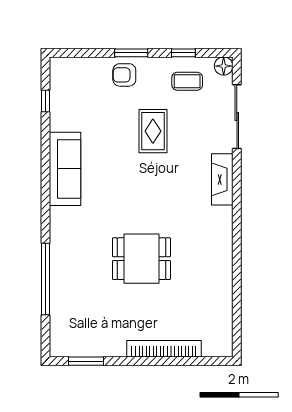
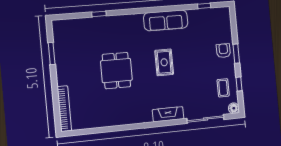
rug: (153, 131) -> (164, 62), moved, turned 90
window: (46, 279) -> (99, 14), width x0.32
bookcase: (164, 349) -> (64, 109), moved
window: (86, 361) -> (52, 54), moved

